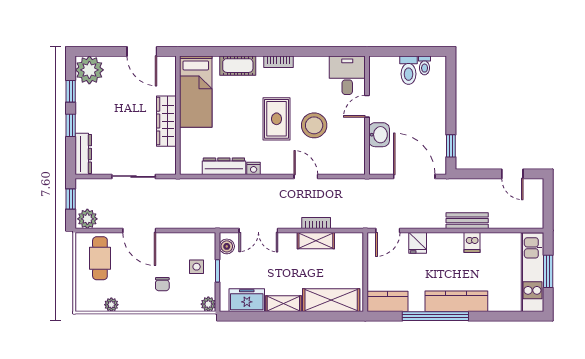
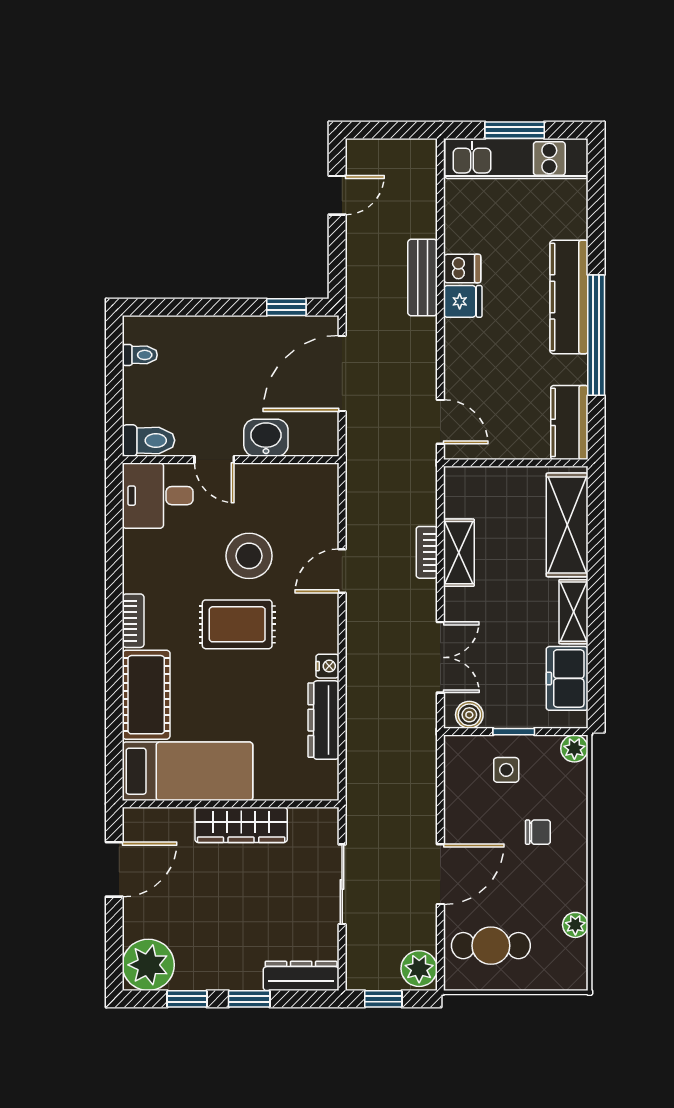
cot: (238, 66) -> (146, 695), width x1.37, depth x1.34
toilet: (408, 70) -> (148, 440), moved
fridge: (418, 243) -> (463, 301), moved

